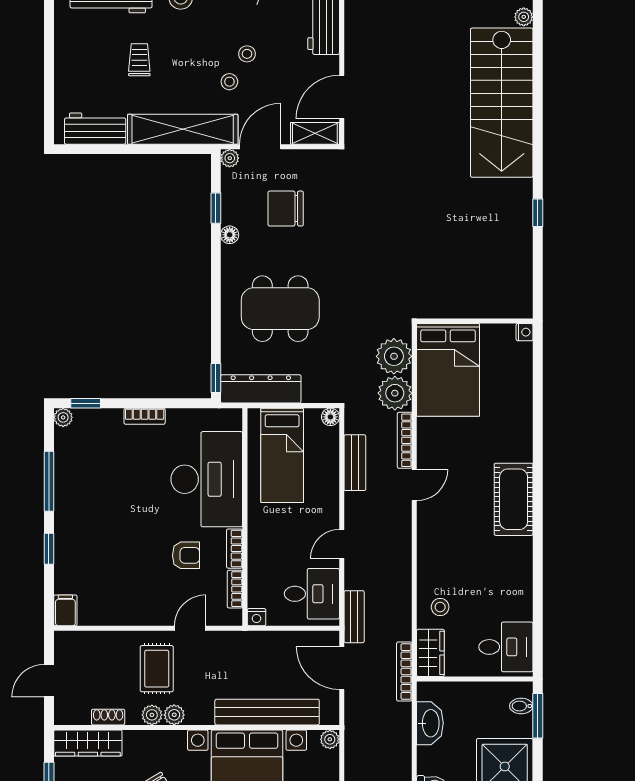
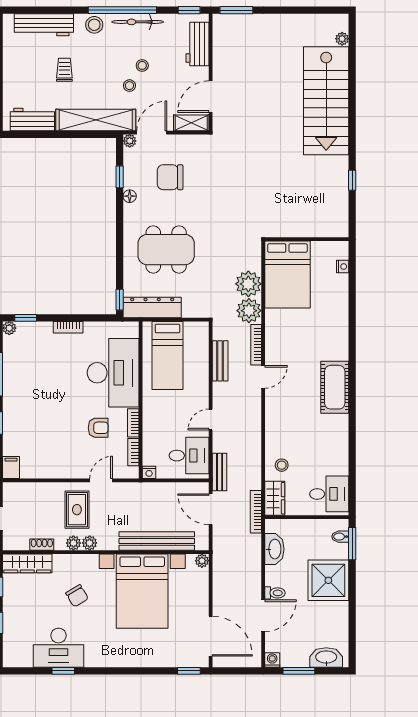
wall: (475, 321) -> (307, 239), moved
bed: (448, 370) -> (287, 274), moved
floor lamp: (330, 417) -> (202, 328), removed

